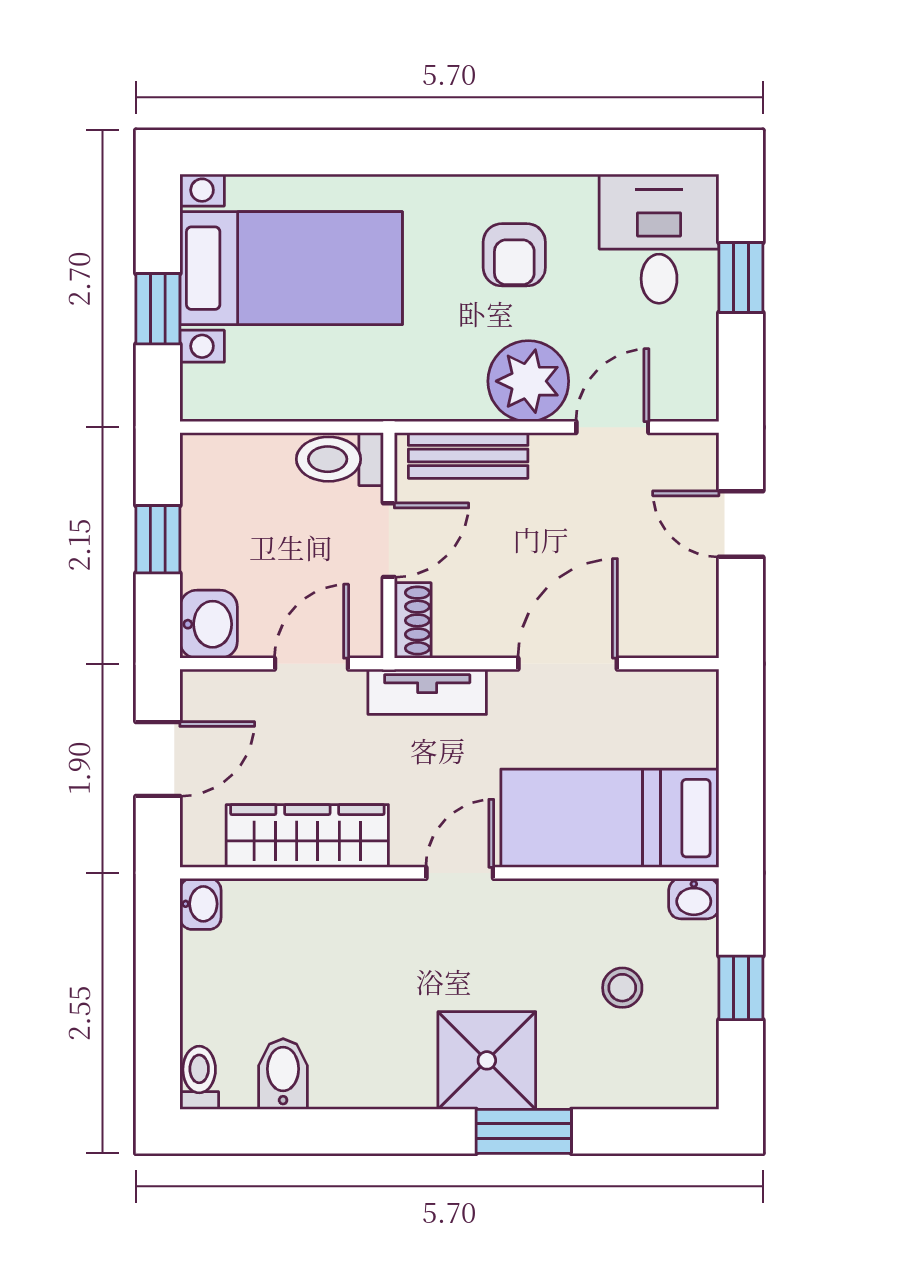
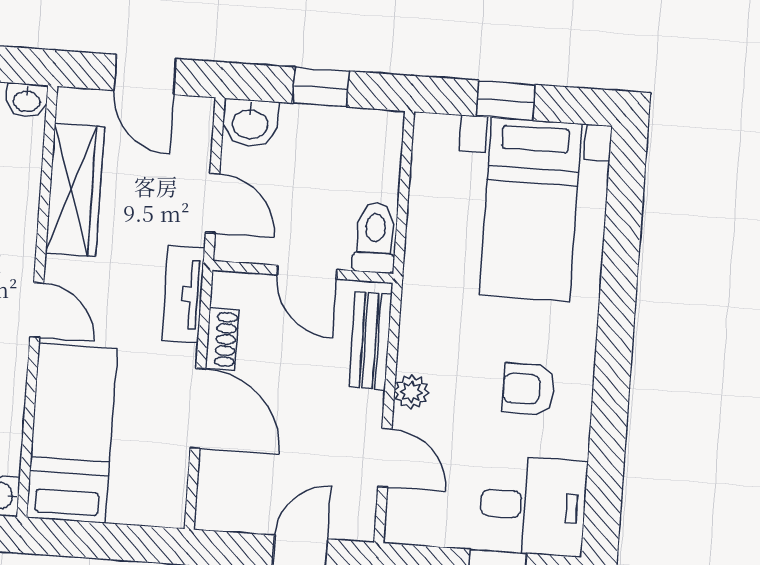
plant: (528, 381) -> (411, 392), width x0.53, depth x0.53
shoe rack: (413, 620) -> (222, 339), moved, turned -90

